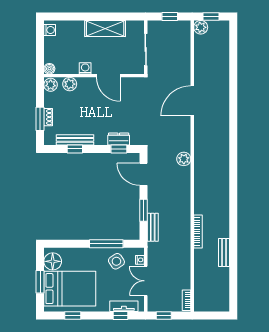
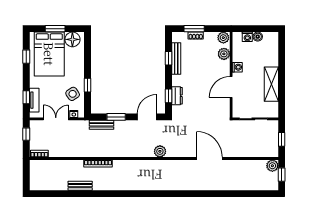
washing machine: (50, 30) -> (247, 37), moved
boiler: (49, 69) -> (258, 37), moved
window: (106, 244) -> (88, 85), width x0.46

